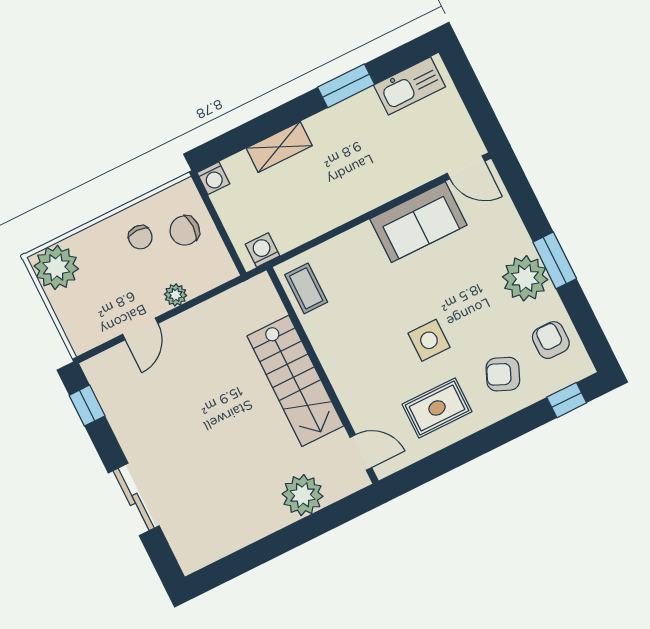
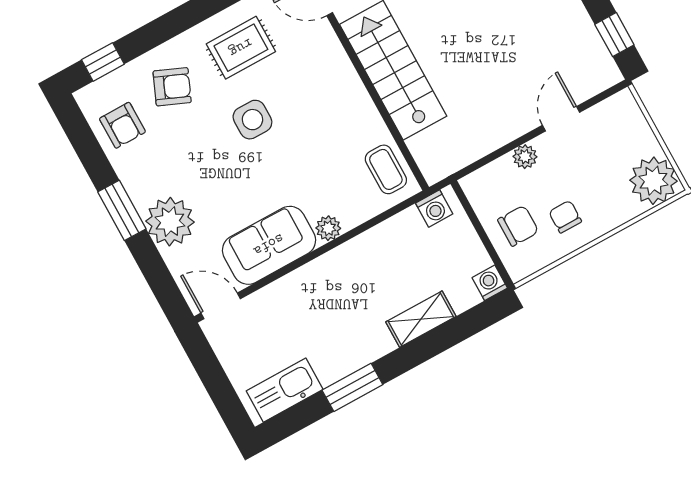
plant: (362, 236) -> (328, 228), added
plant: (525, 278) -> (170, 222), moved

